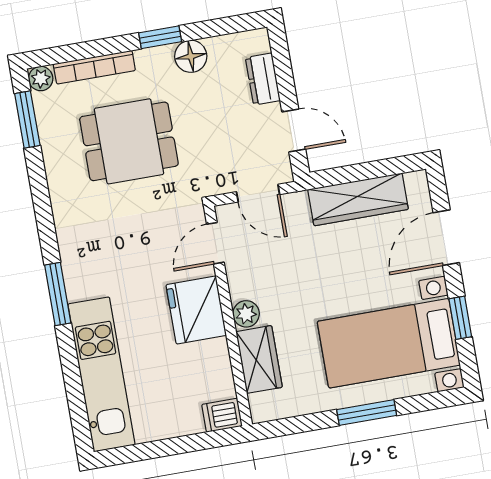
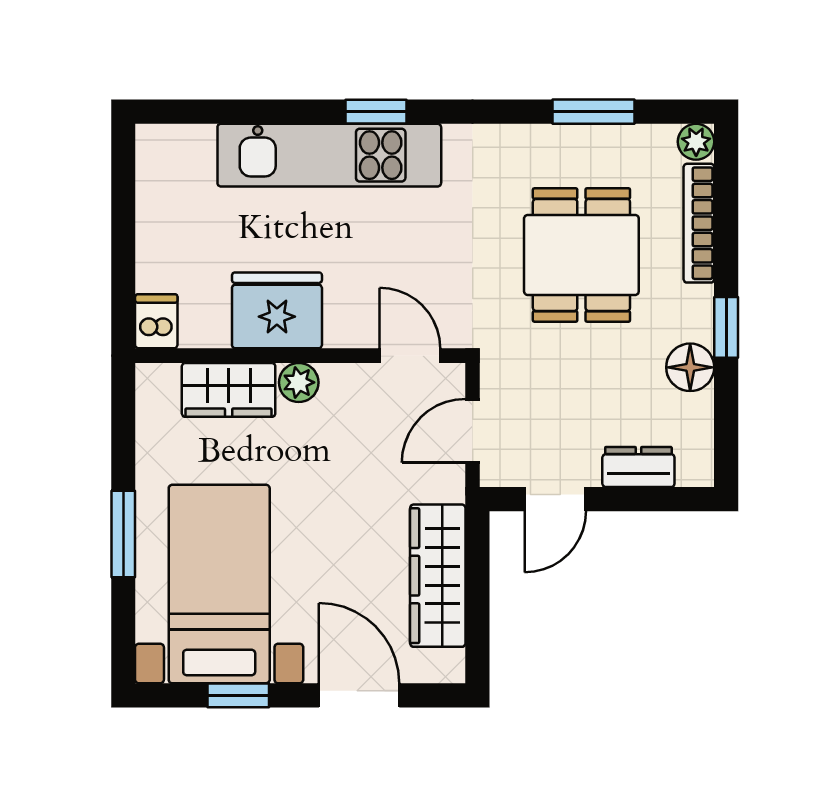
window: (27, 120) -> (593, 112), moved
window: (58, 294) -> (376, 112), width x0.67
fridge: (196, 310) -> (277, 310), moved
kitchen unit: (101, 374) -> (329, 155), moved

